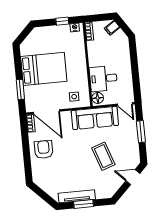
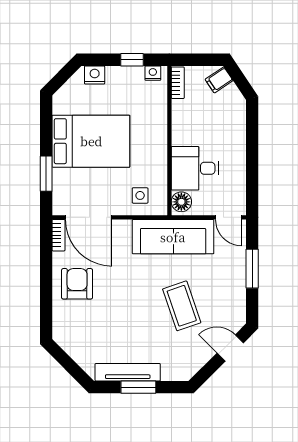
nightstand: (42, 32) -> (95, 75), added

